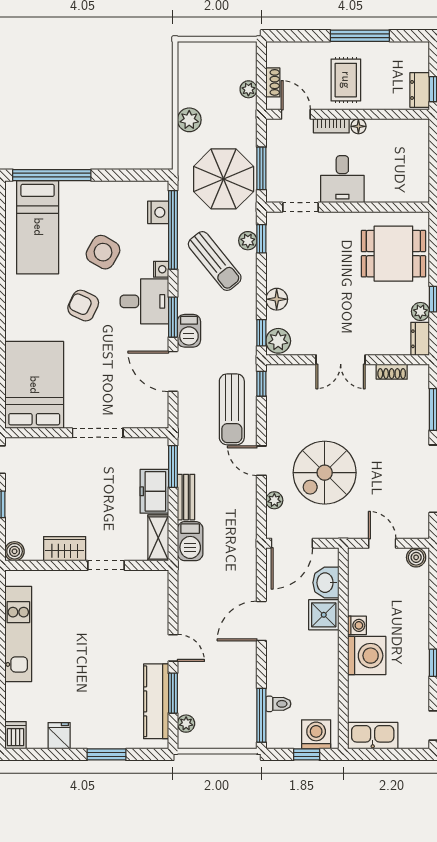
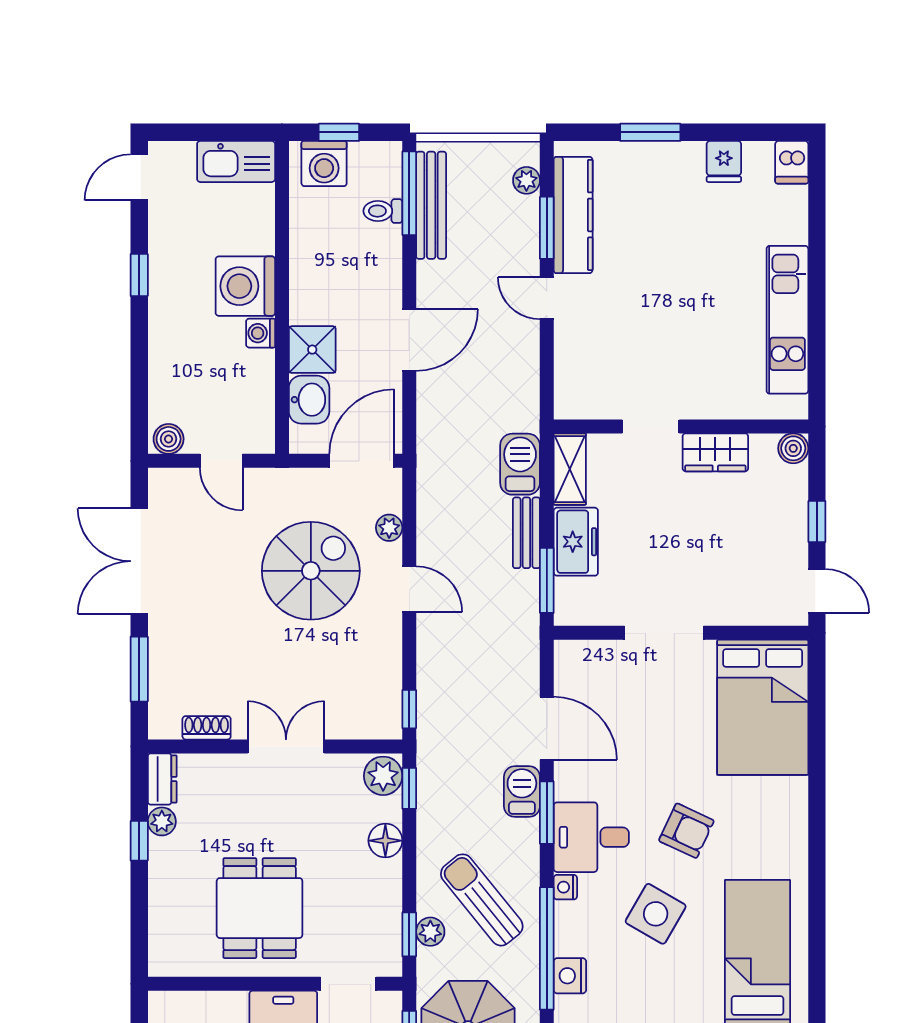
dining table: (393, 254) -> (260, 908), moved, turned 90
sun lounger: (232, 409) -> (455, 669), removed
bench: (247, 708) -> (431, 205), added

